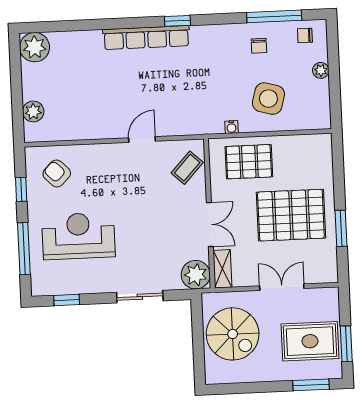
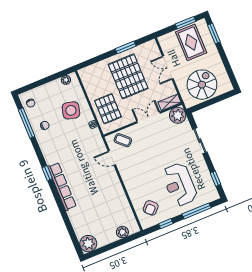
plant: (321, 70) -> (66, 80), moved
door: (142, 140) -> (112, 158), moved

